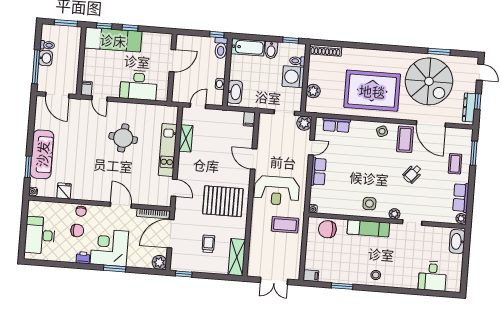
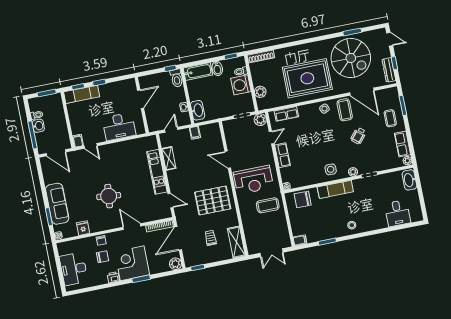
exam couch: (113, 40) -> (82, 94), width x0.73, depth x0.69
filing cabinet: (249, 119) -> (195, 133), moved
round table: (123, 138) -> (109, 196), moved

